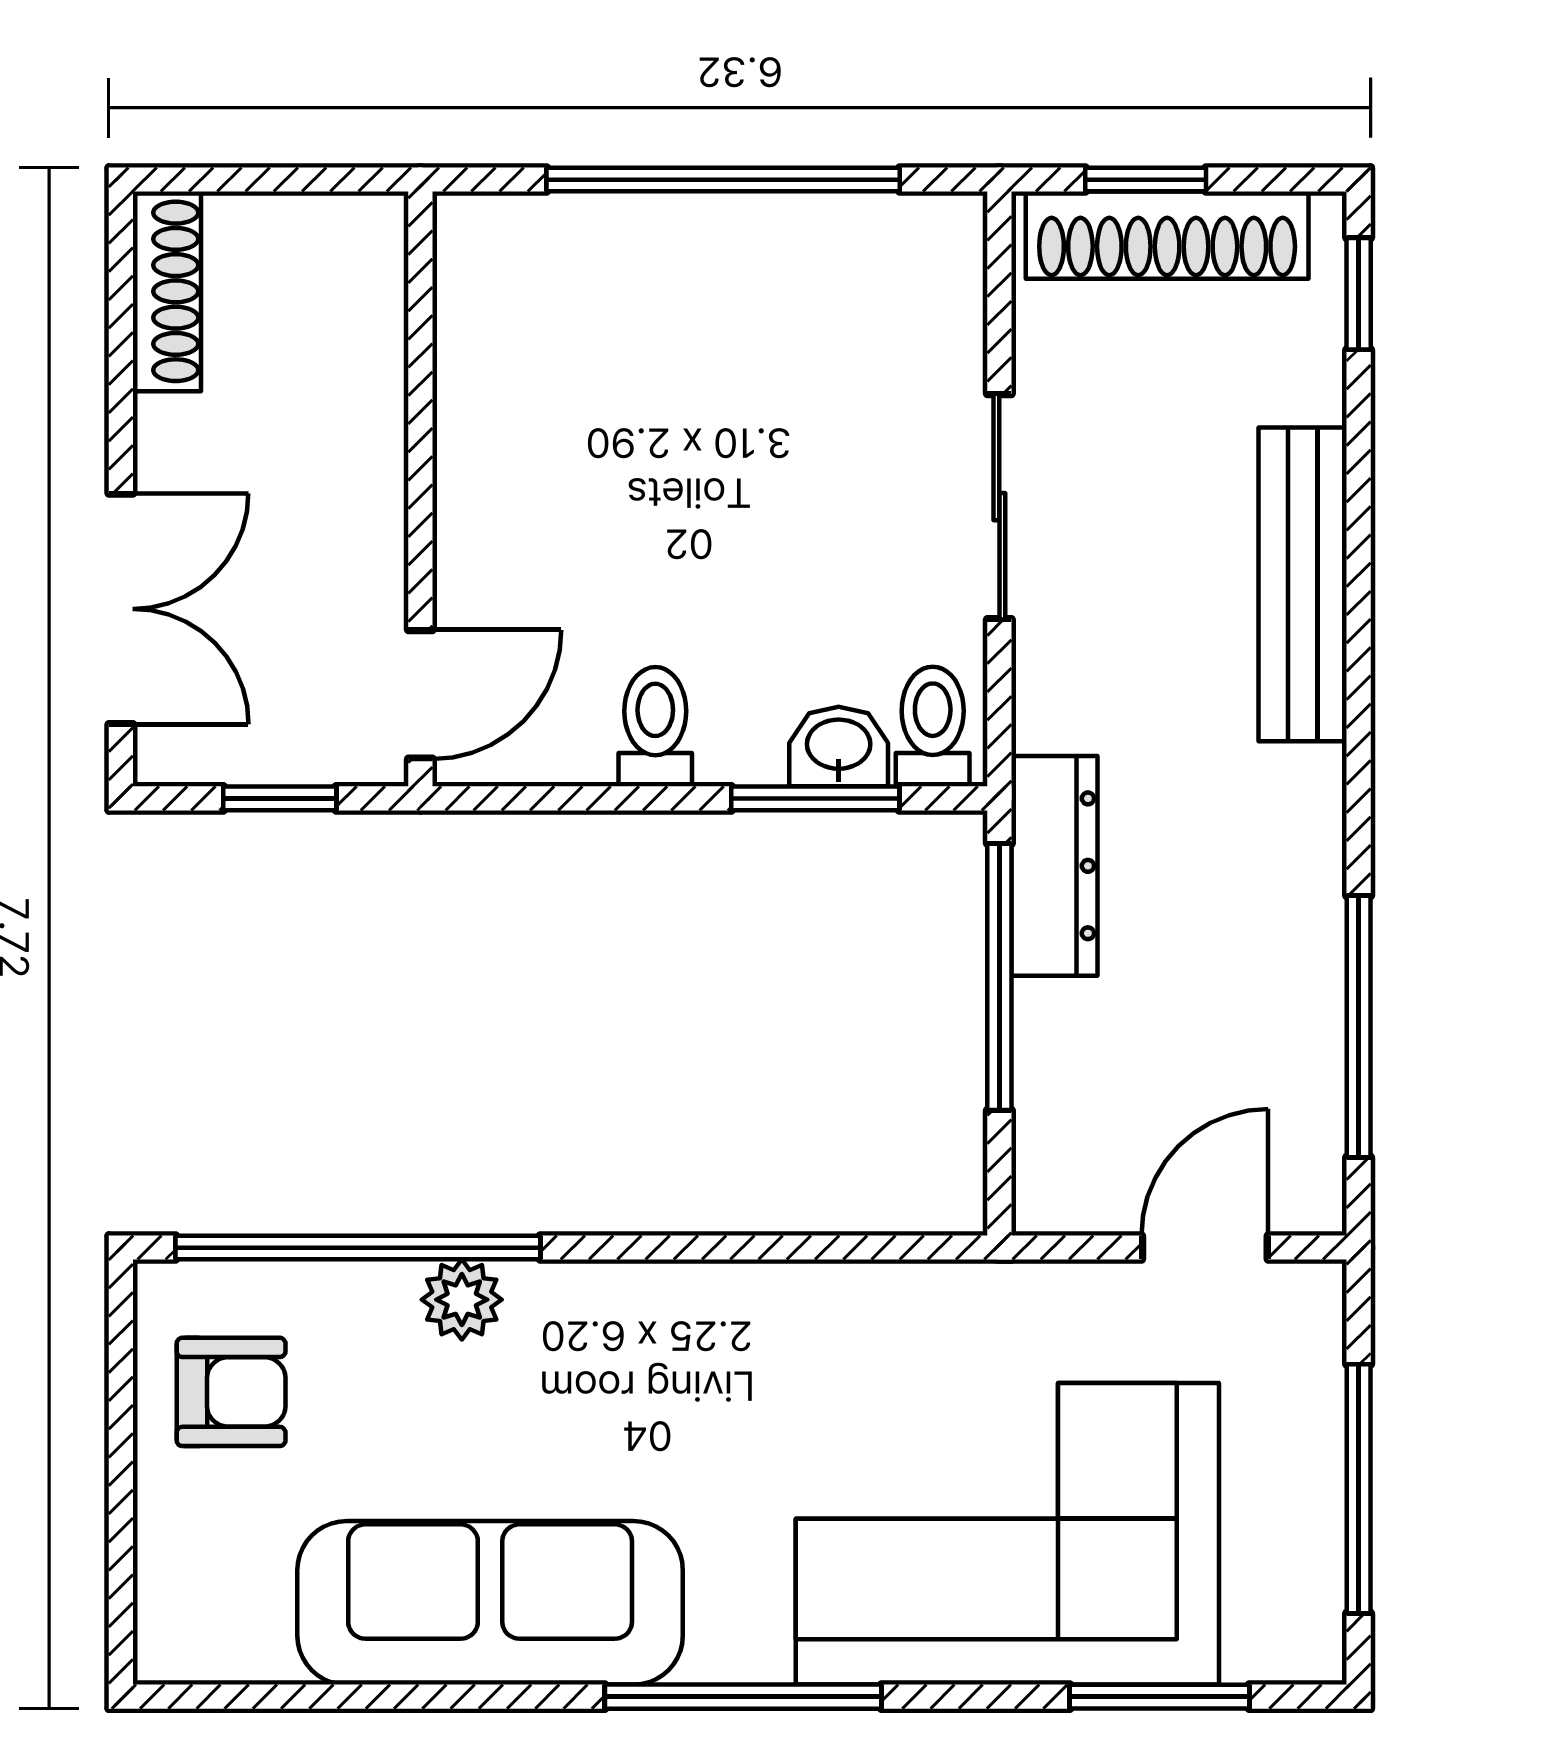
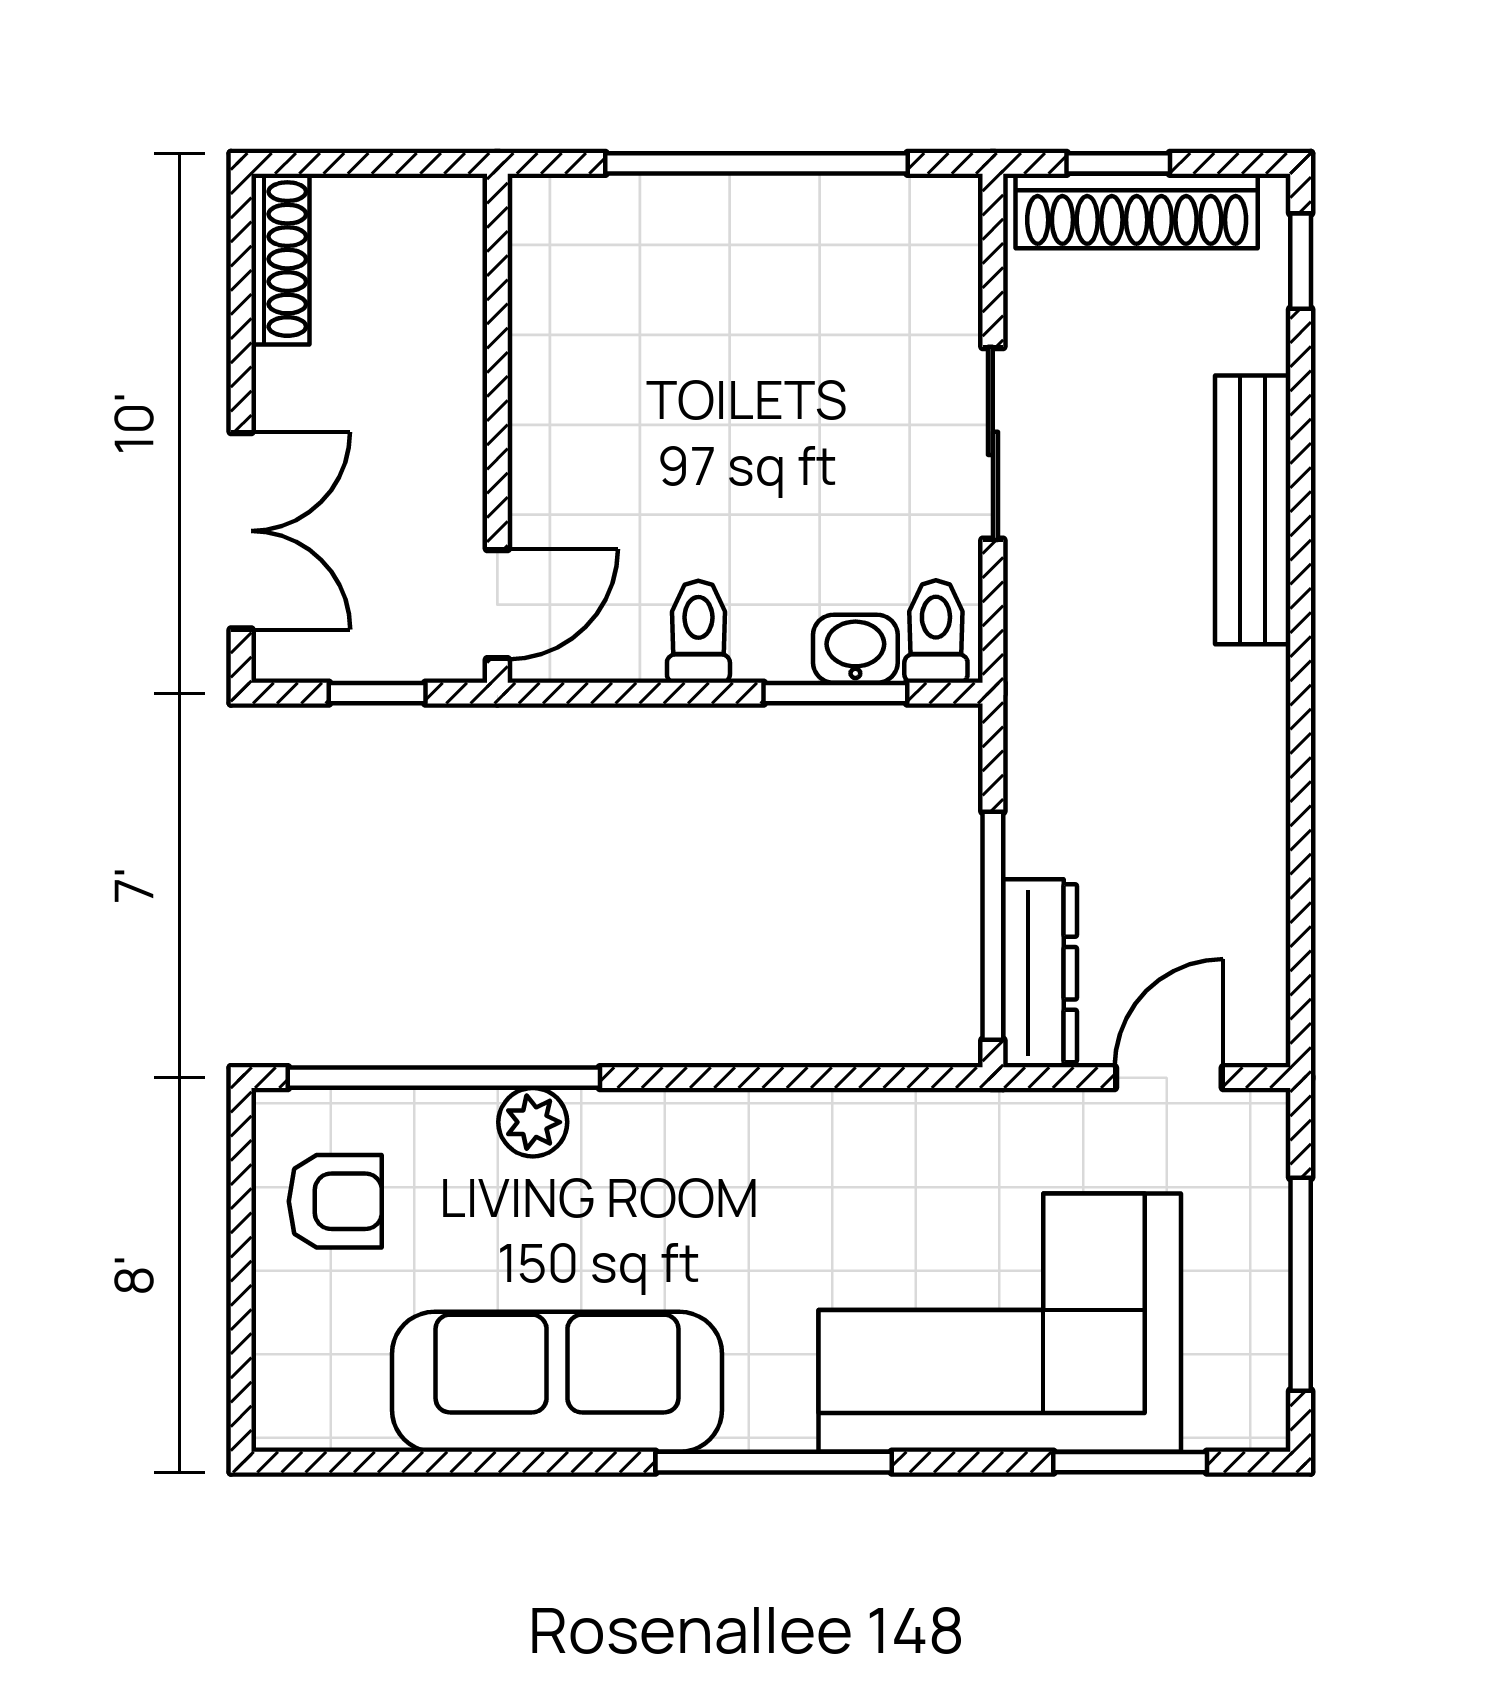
dresser: (1054, 866) -> (1040, 973), moved
window: (999, 977) -> (993, 926), moved
window: (1359, 1027) -> (1301, 888), removed

